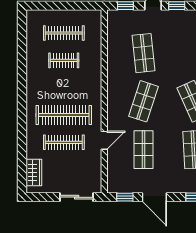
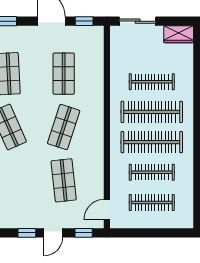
clothes rail: (64, 60) -> (152, 172), width x1.36
clothes rail: (64, 88) -> (152, 142), added
door: (104, 140) -> (107, 210), moved
wardrobe: (34, 172) -> (179, 34), moved, turned -90

